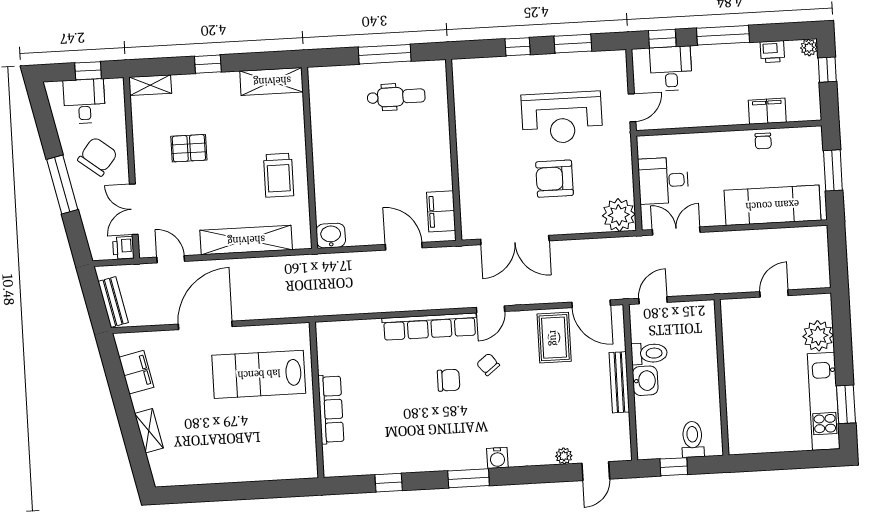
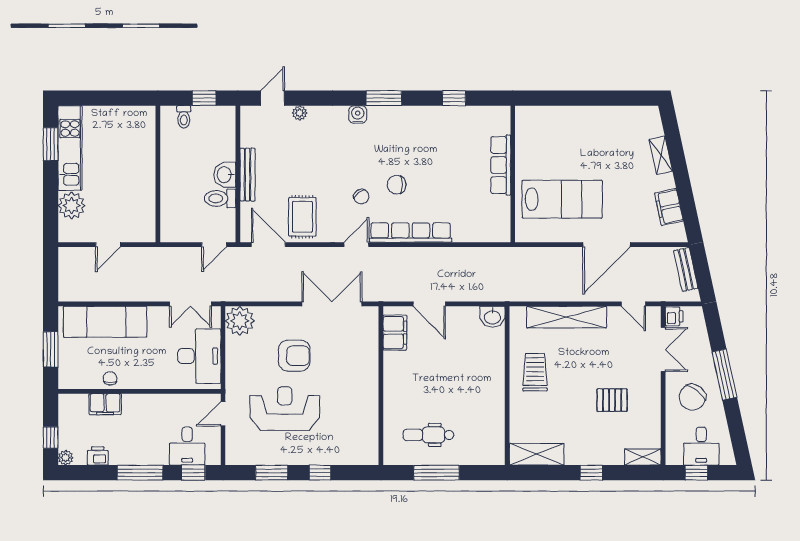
desk: (663, 181) -> (199, 356), width x1.37
toilet: (693, 439) -> (184, 117), width x0.73, depth x0.72

